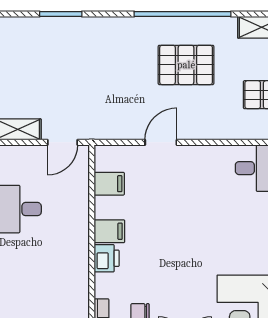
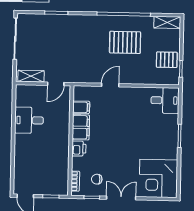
filing cabinet: (109, 231) -> (81, 127), width x2.00

